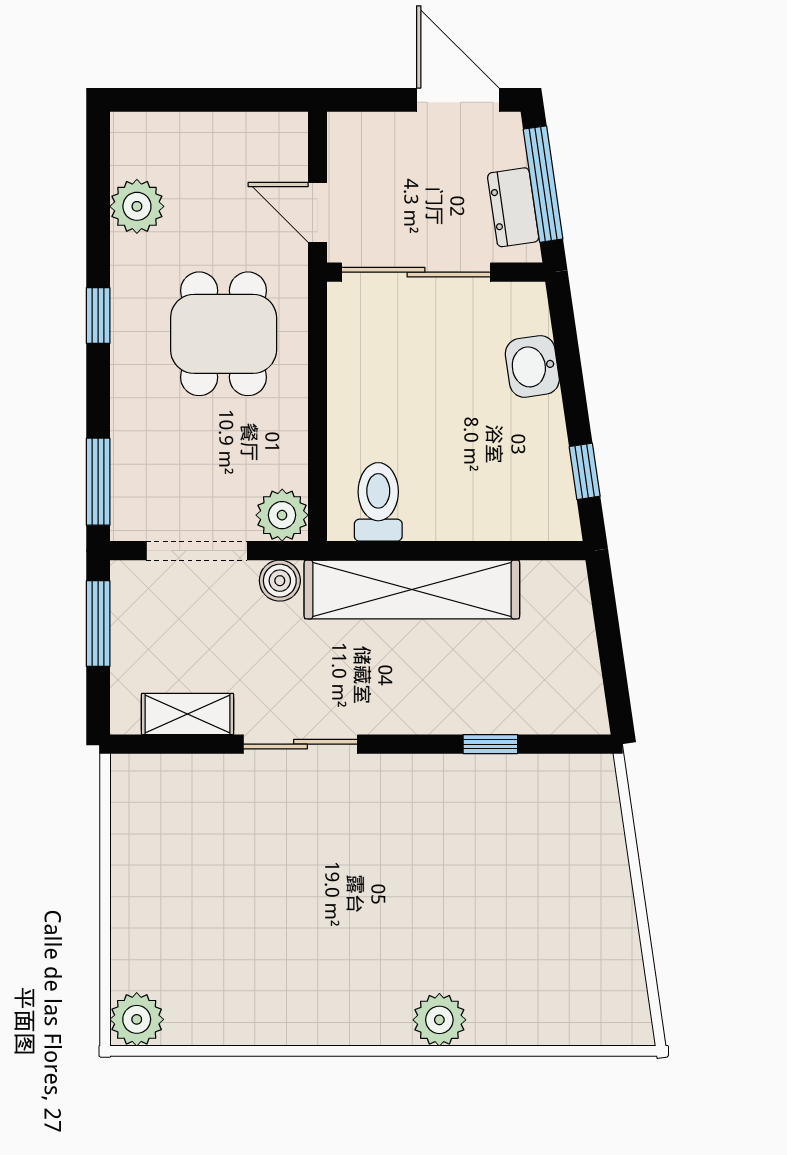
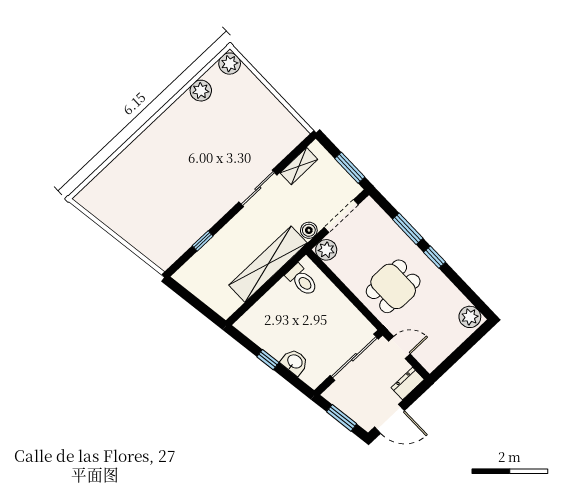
window: (543, 184) -> (342, 418), width x0.69
plant: (137, 206) -> (470, 317), moved
dresser: (513, 207) -> (408, 384), moved, turned -82
dining table: (224, 334) -> (393, 286), turned 90
window: (585, 471) -> (268, 360), moved
window: (98, 482) -> (408, 229), moved
plant: (439, 1020) -> (201, 91), moved

